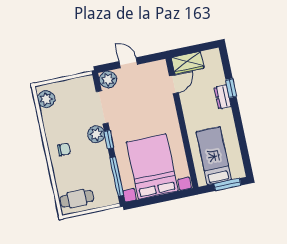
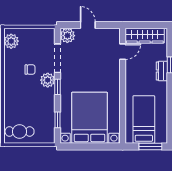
wardrobe: (188, 63) -> (145, 36), width x1.50
chair: (64, 149) -> (30, 70), moved
window: (117, 177) -> (57, 120), width x0.46

